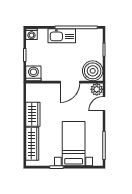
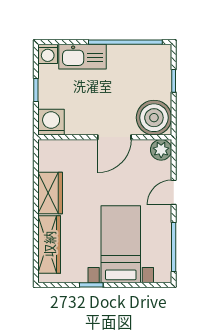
kitchen sink: (62, 36) -> (83, 57), moved
door: (104, 104) -> (174, 192), moved

